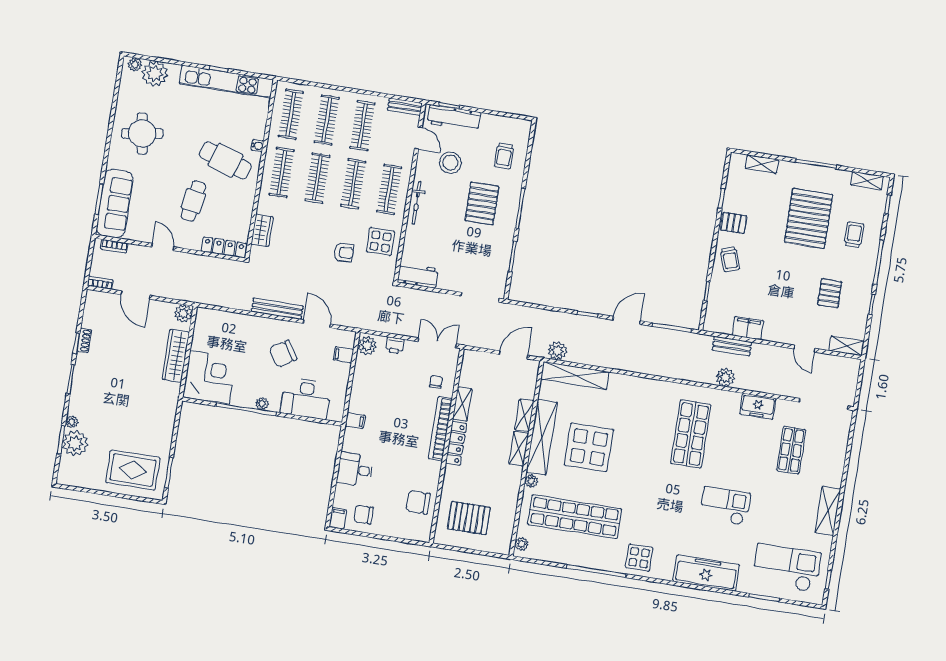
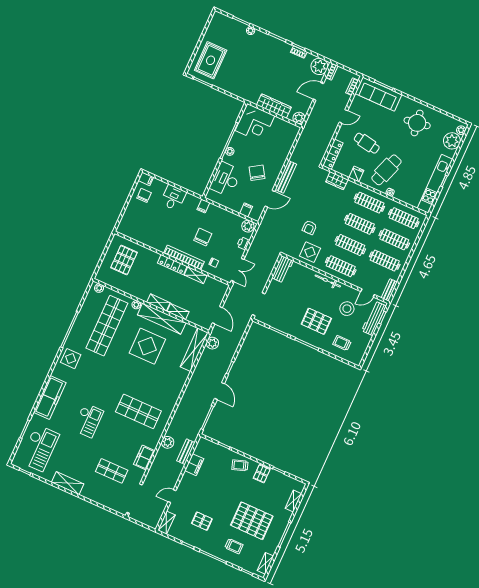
fridge: (244, 204) -> (356, 174), added
plant: (75, 443) -> (319, 66), moved
chair: (418, 502) -> (203, 237), moved

